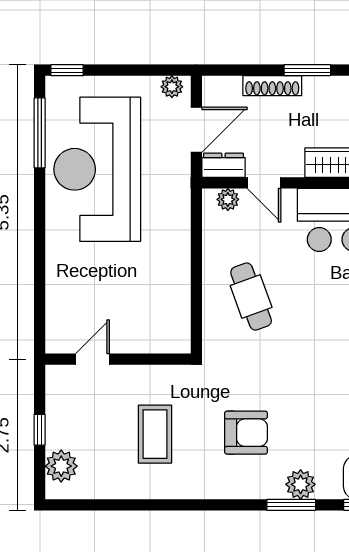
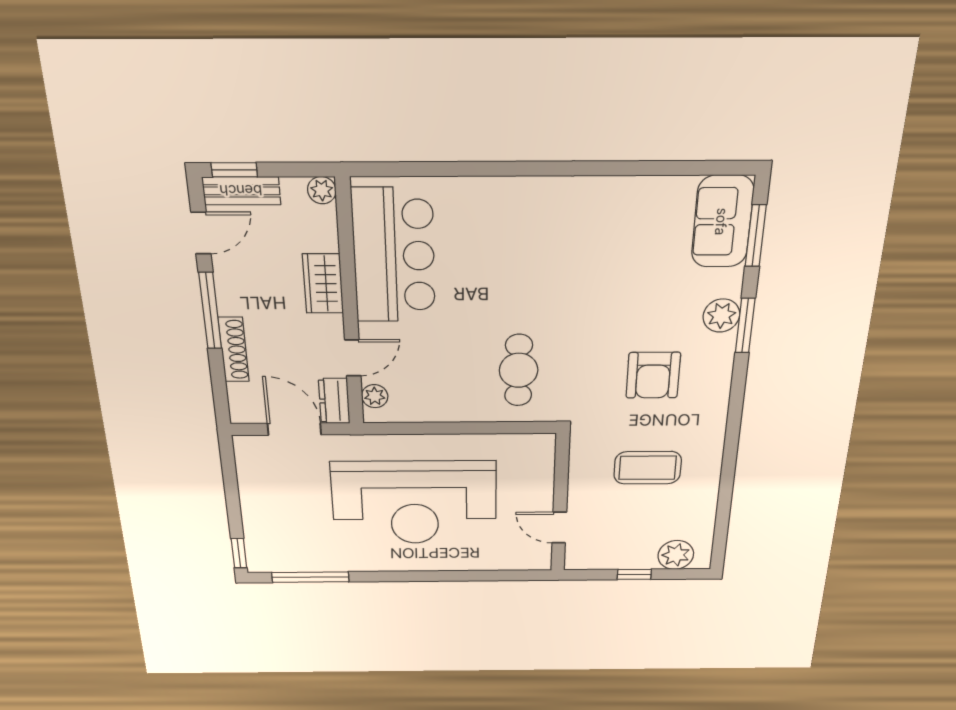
window: (307, 70) -> (210, 311), width x1.44
plant: (172, 87) -> (246, 454), removed
reception desk: (97, 169) -> (414, 503), moved
cafe table: (251, 297) -> (519, 370), moved, turned -70
armchair: (246, 433) -> (653, 375), turned 180

